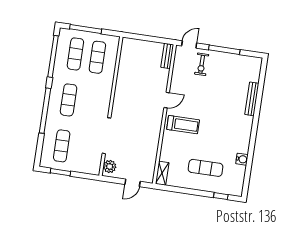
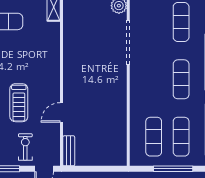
door: (167, 100) -> (62, 112), moved
treadmill: (183, 125) -> (19, 103), moved, turned -90

